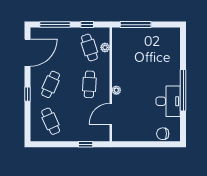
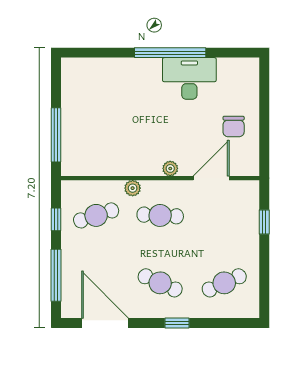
plant: (105, 47) -> (133, 188), moved
door: (111, 114) -> (211, 178), swing flipped
chair: (163, 134) -> (234, 127), moved

